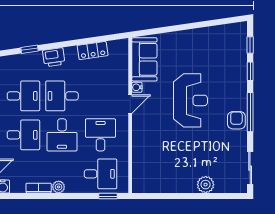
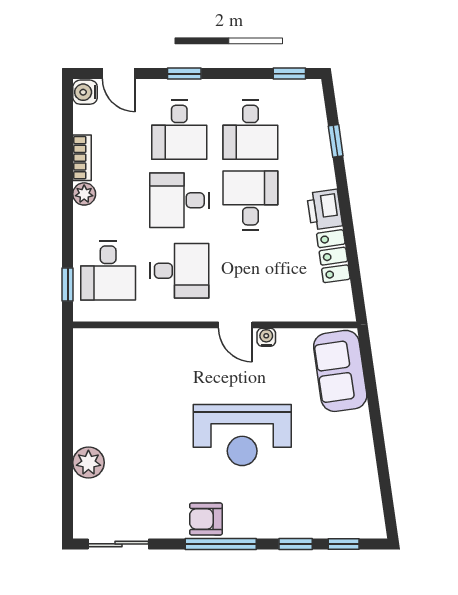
printer: (54, 57) -> (325, 210), moved
sofa: (144, 59) -> (340, 371), moved, turned 82
armchair: (236, 120) -> (206, 519), turned 180

